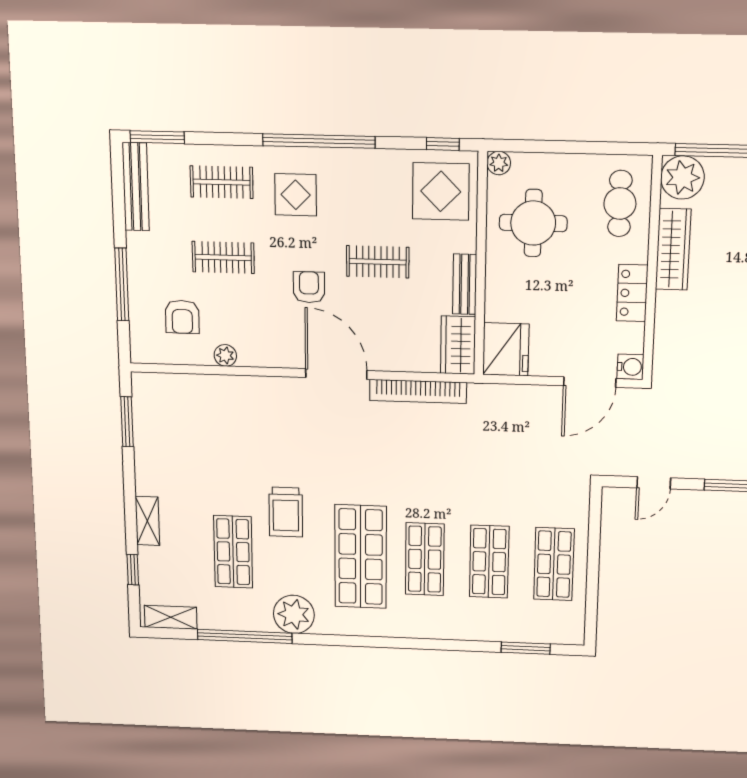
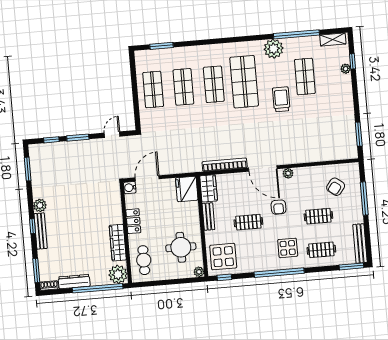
armchair: (182, 317) -> (336, 187), turned -142
plant: (225, 355) -> (288, 173), moved
shelving: (147, 521) -> (347, 87), removed
plant: (148, 557) -> (346, 69), added

